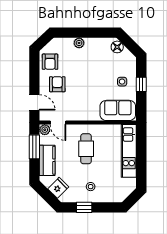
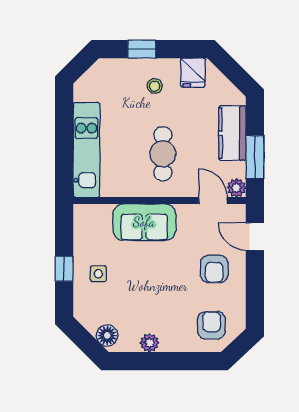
plant: (79, 43) -> (150, 343), moved
armchair: (50, 62) -> (212, 325), moved
sofa: (118, 110) -> (144, 222), moved
fridge: (58, 188) -> (193, 73), moved, turned -45
window: (84, 207) -> (142, 49), moved

